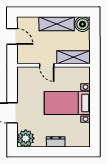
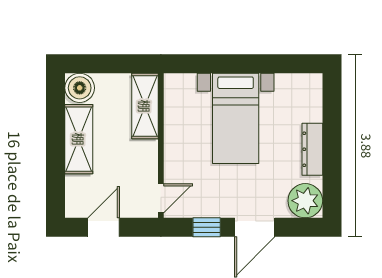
door: (47, 65) -> (161, 198), moved
window: (12, 89) -> (207, 227), added
dresser: (56, 142) -> (312, 149), width x1.44

